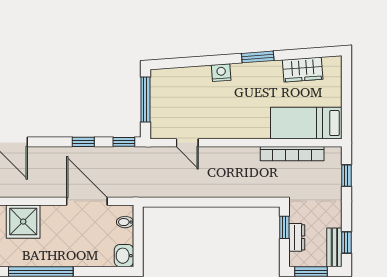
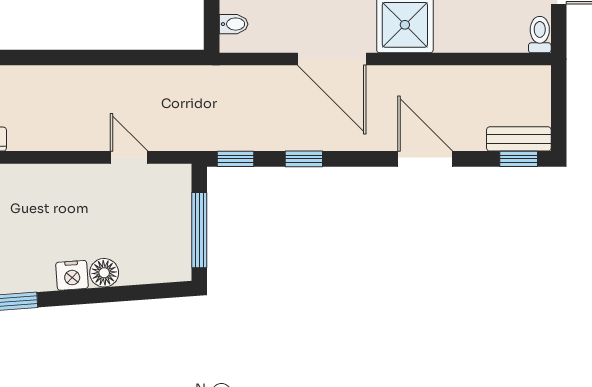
floor lamp: (202, 74) -> (104, 273), added
door: (87, 201) -> (332, 59), moved

